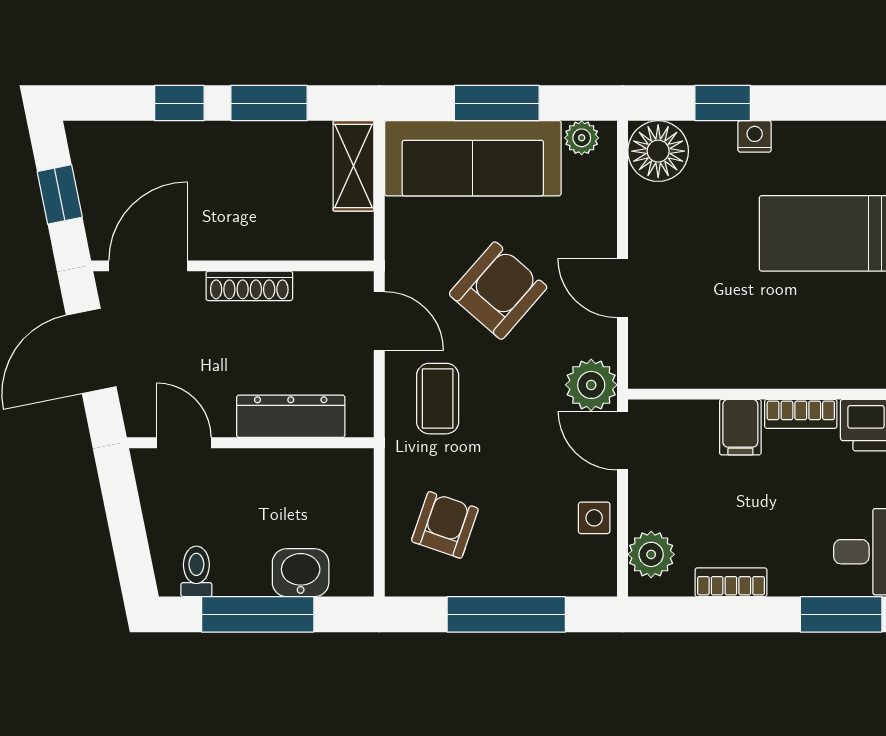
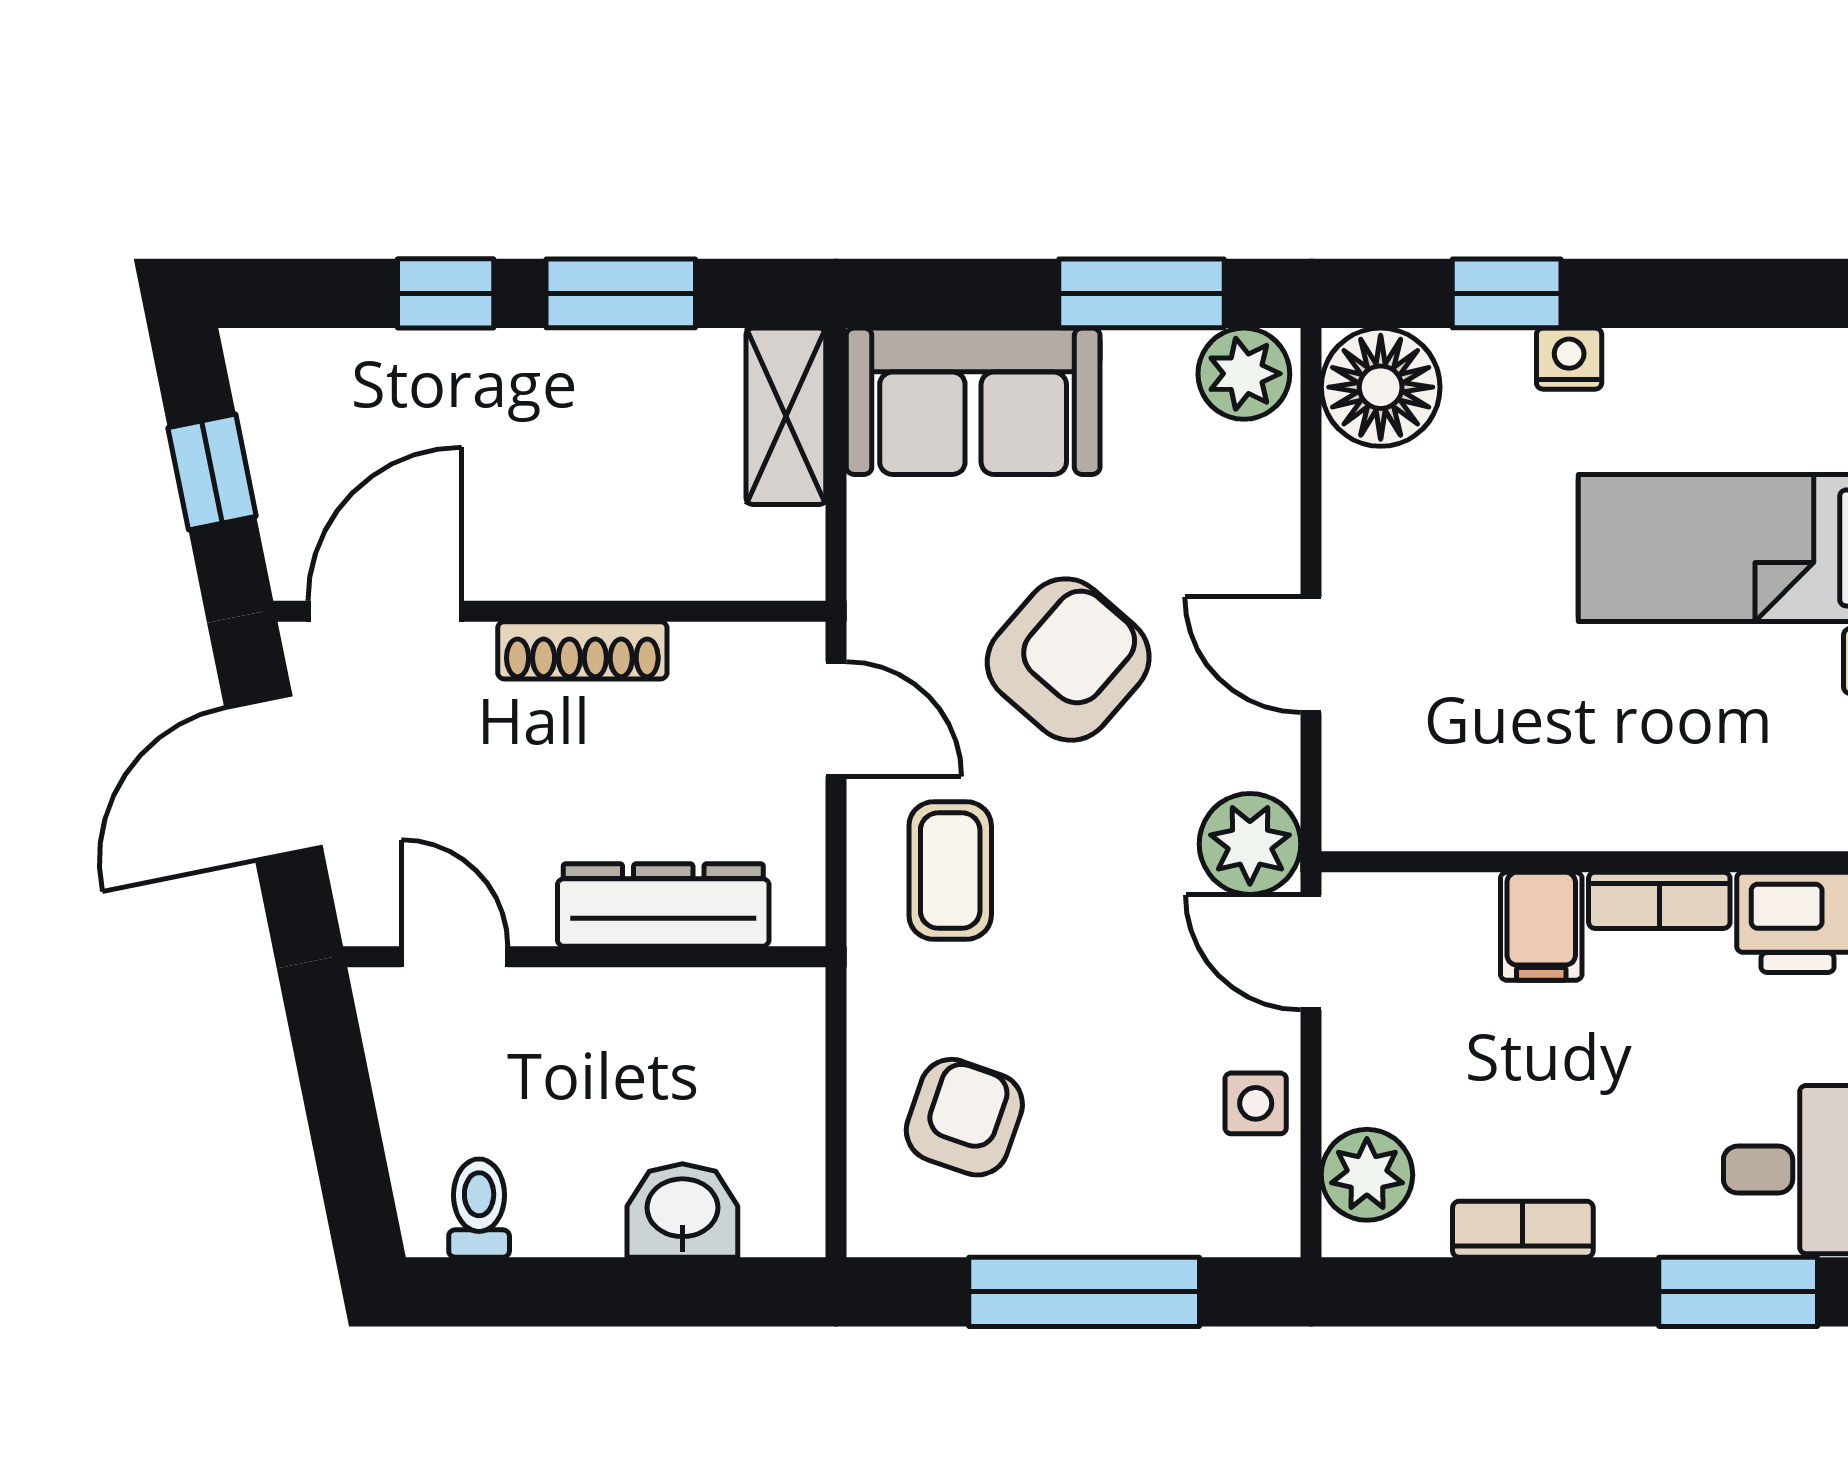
window: (497, 103) -> (1142, 293), moved
plant: (582, 138) -> (1244, 374), width x1.38, depth x1.38
sofa: (473, 158) -> (973, 401), width x0.73
window: (258, 614) -> (599, 1292), removed

